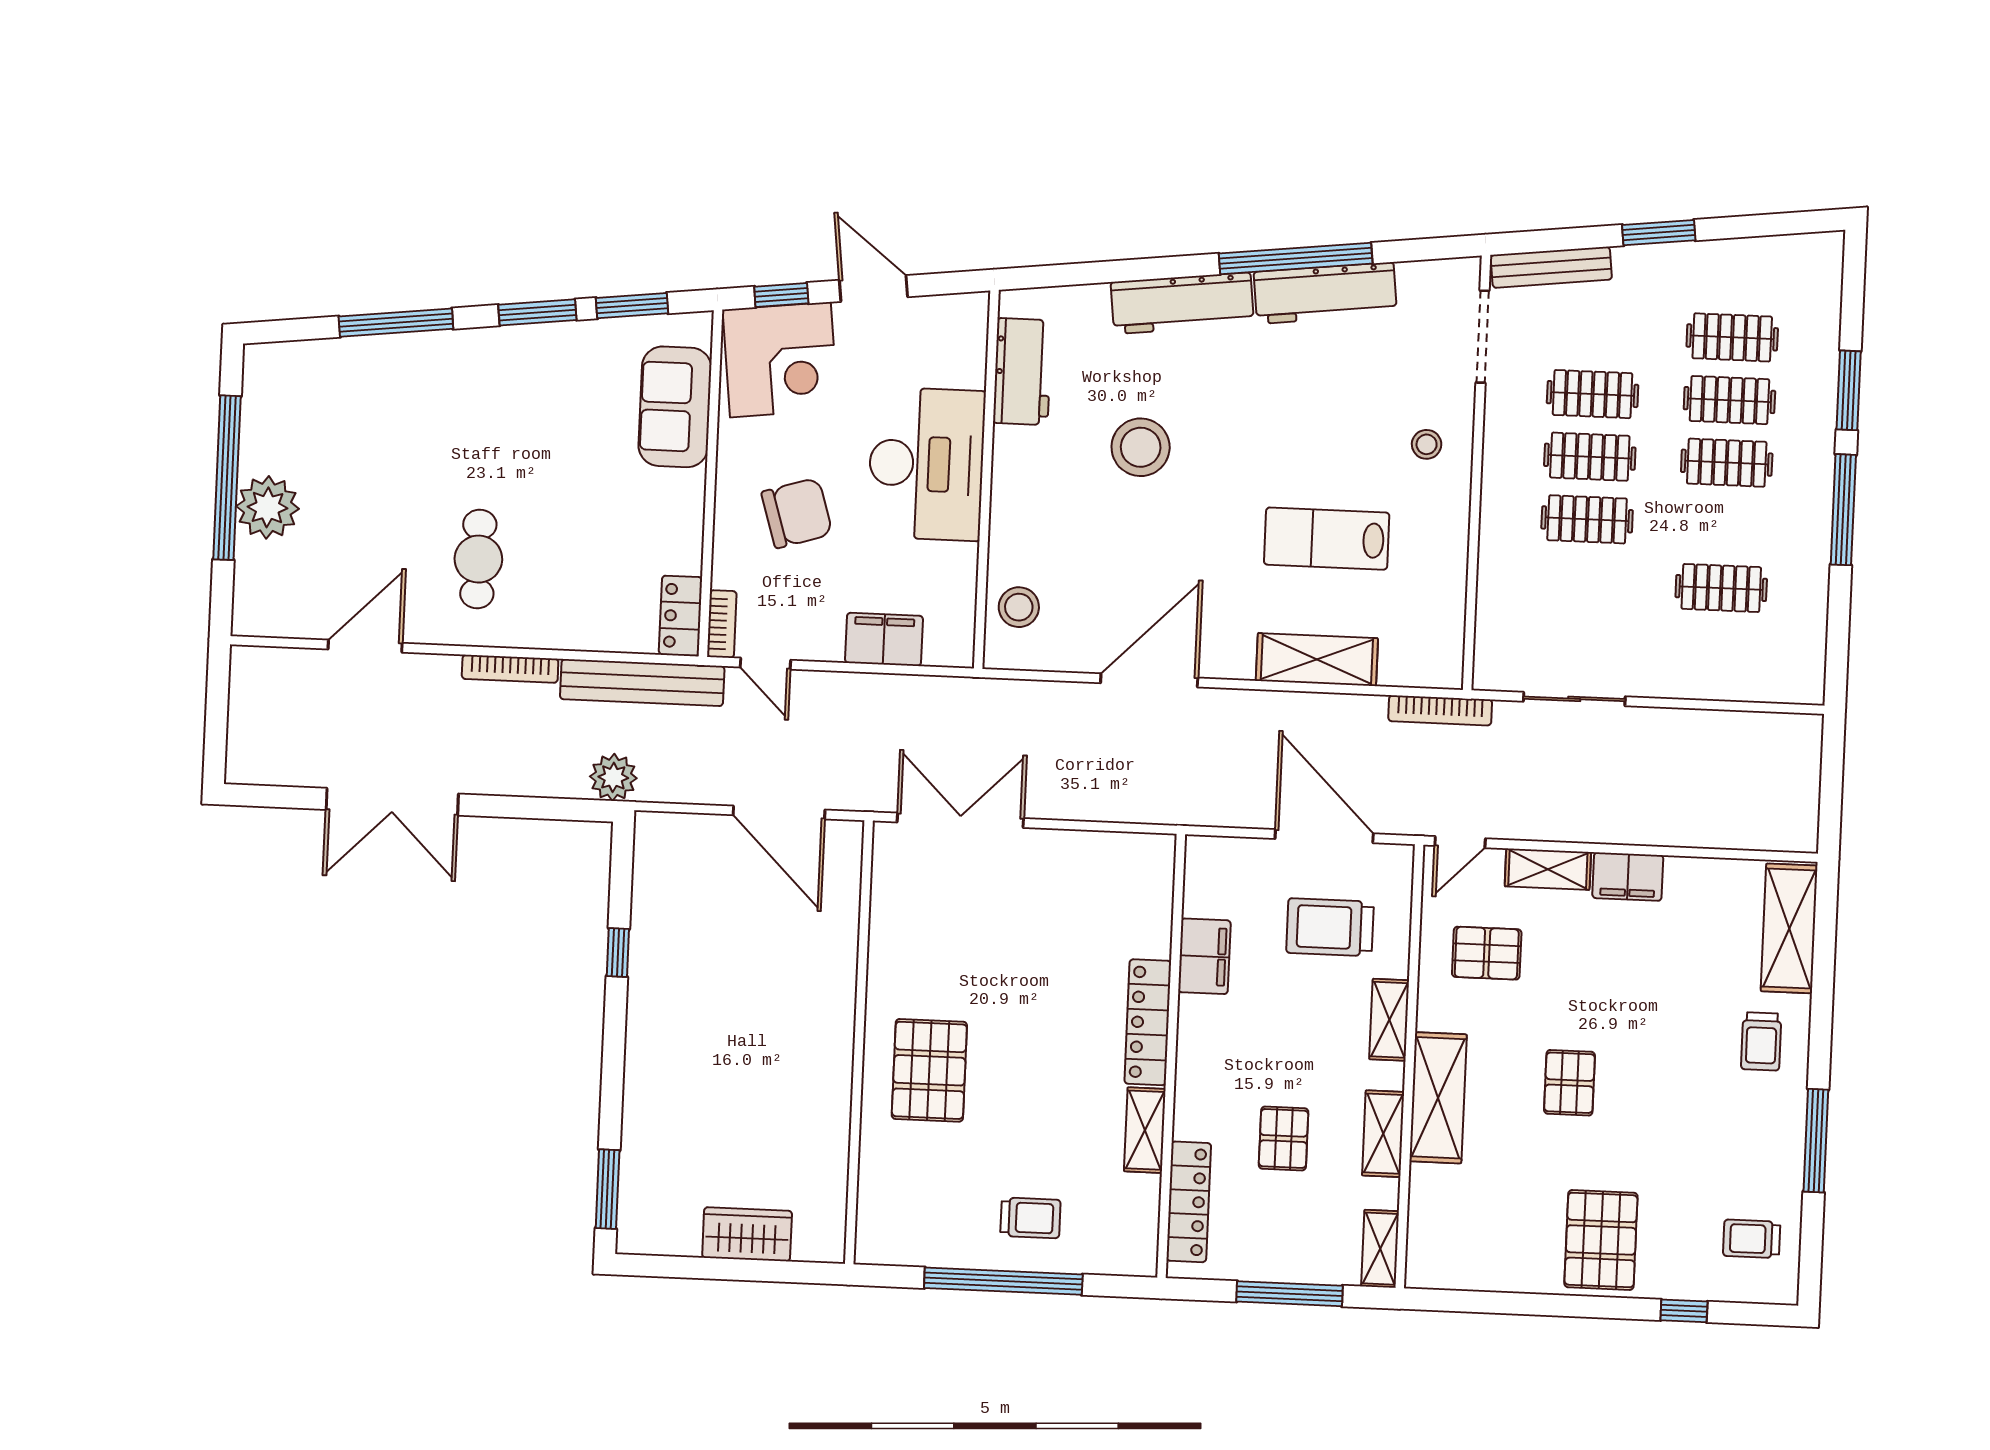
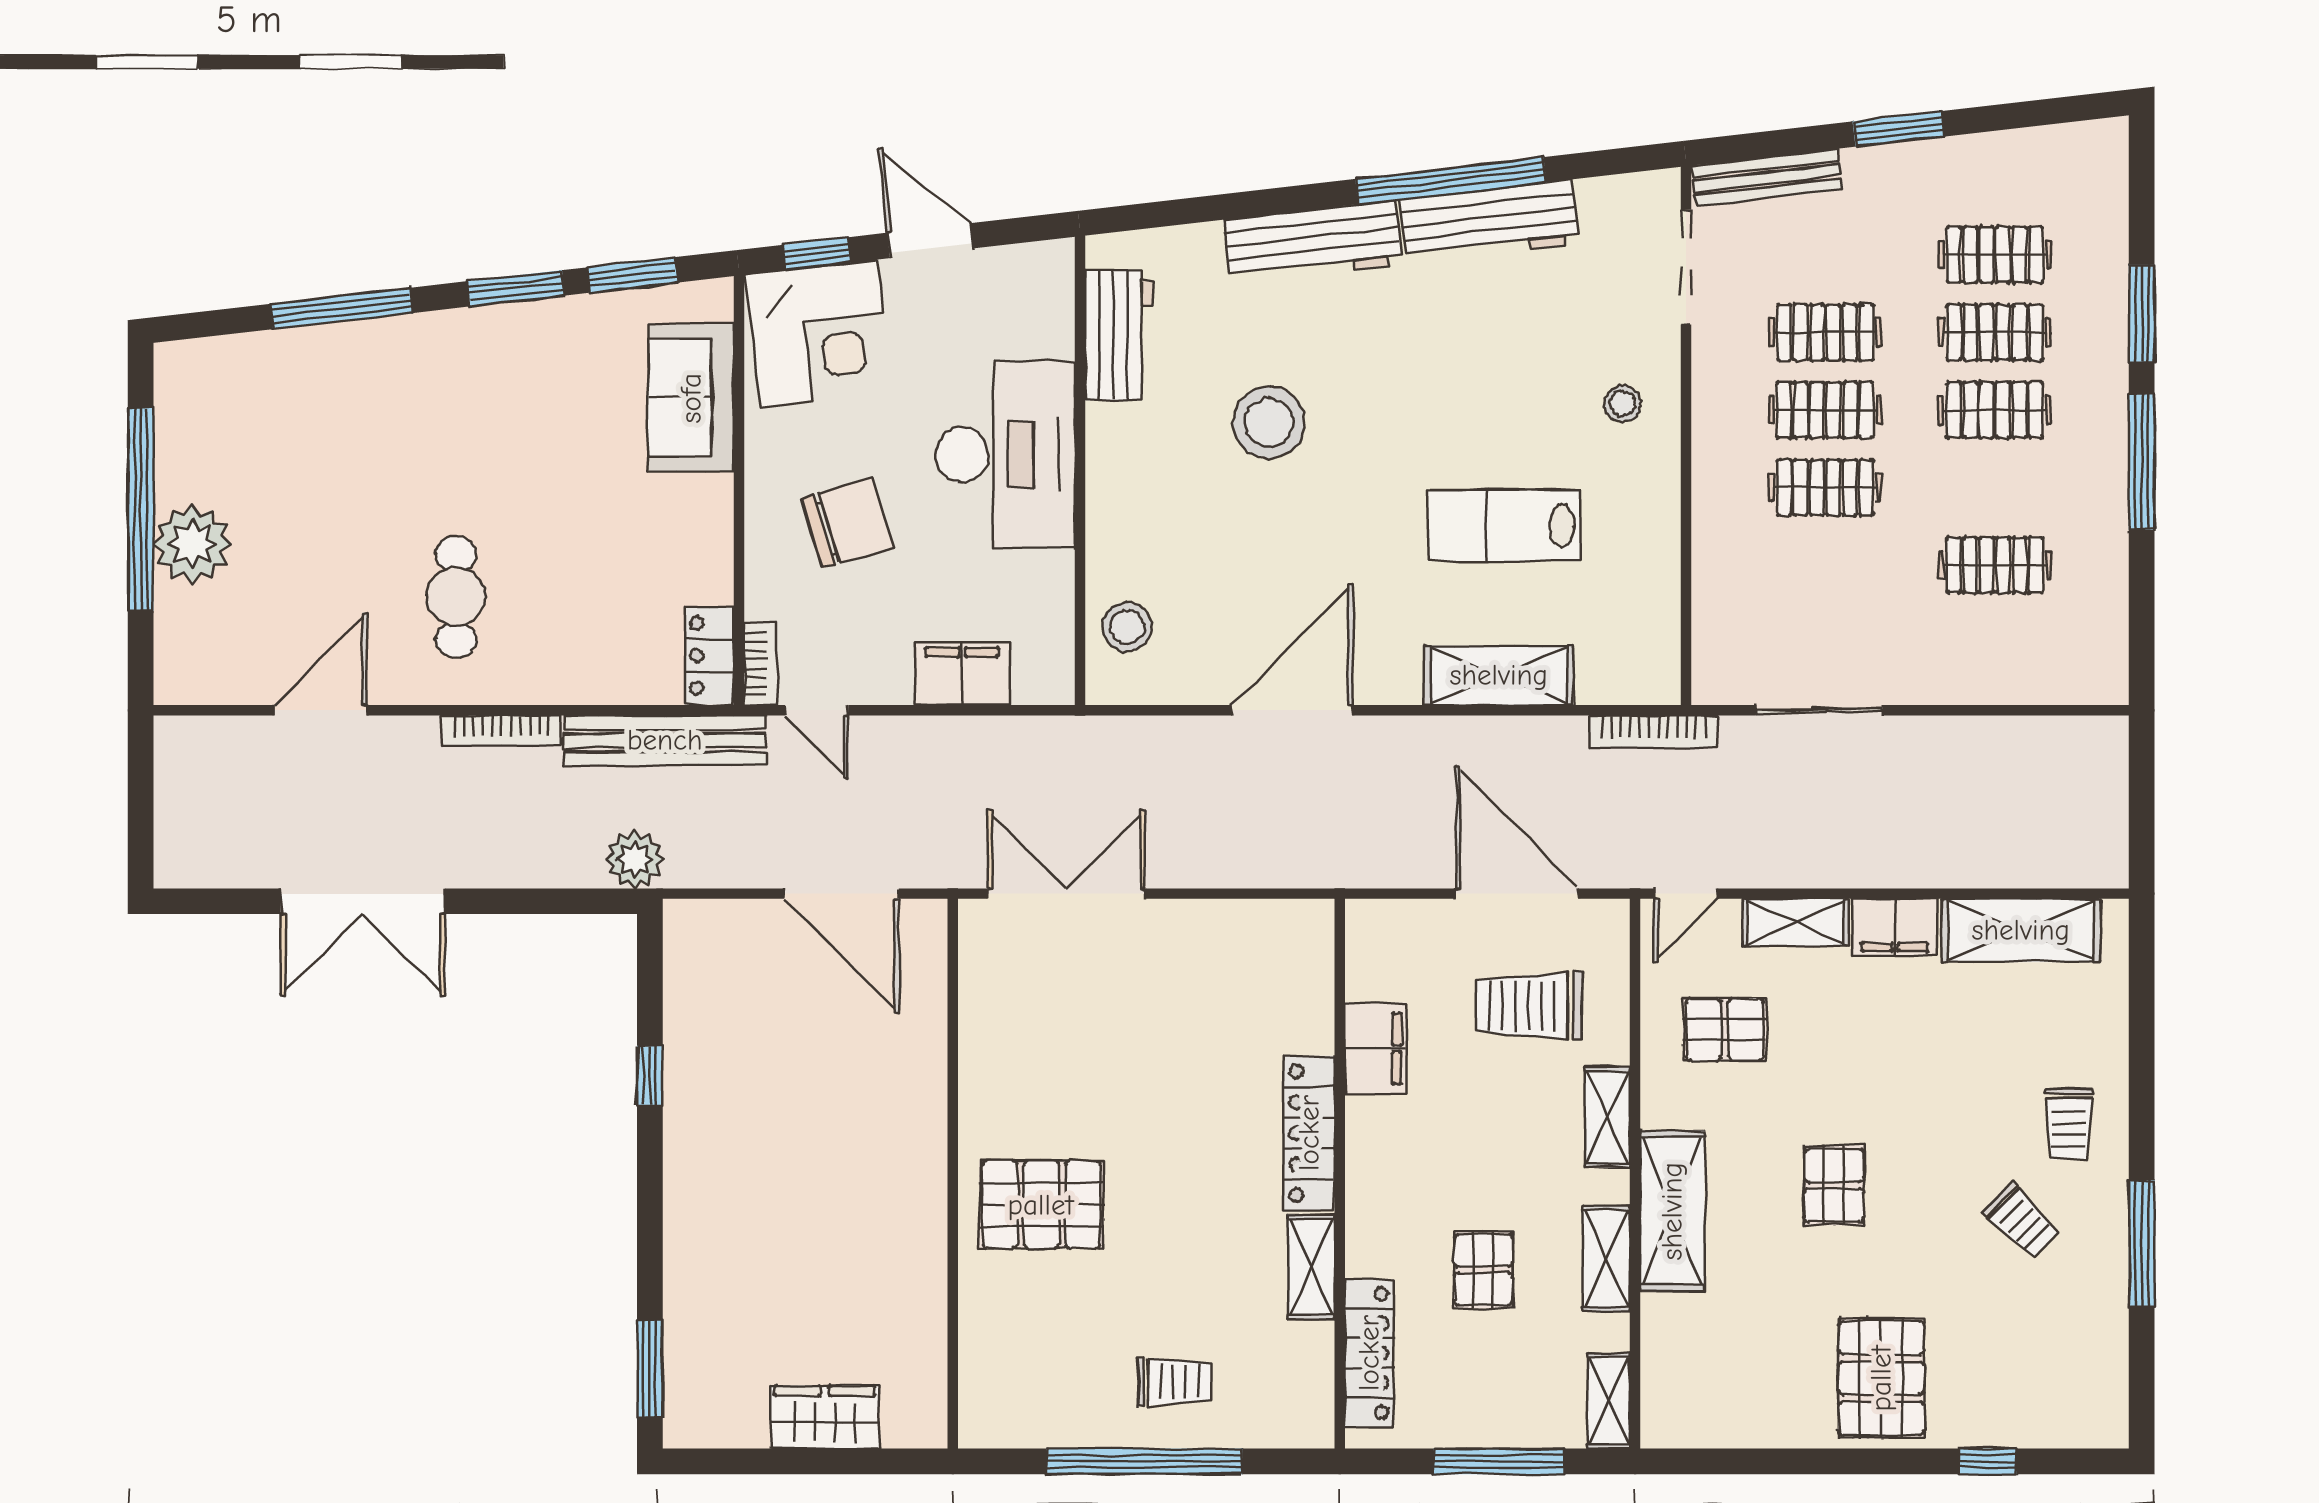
shelving: (1789, 928) -> (2021, 930), moved, turned 90
pallet: (929, 1070) -> (1041, 1205), turned 90
trolley: (1752, 1239) -> (2021, 1221), moved, turned -135

